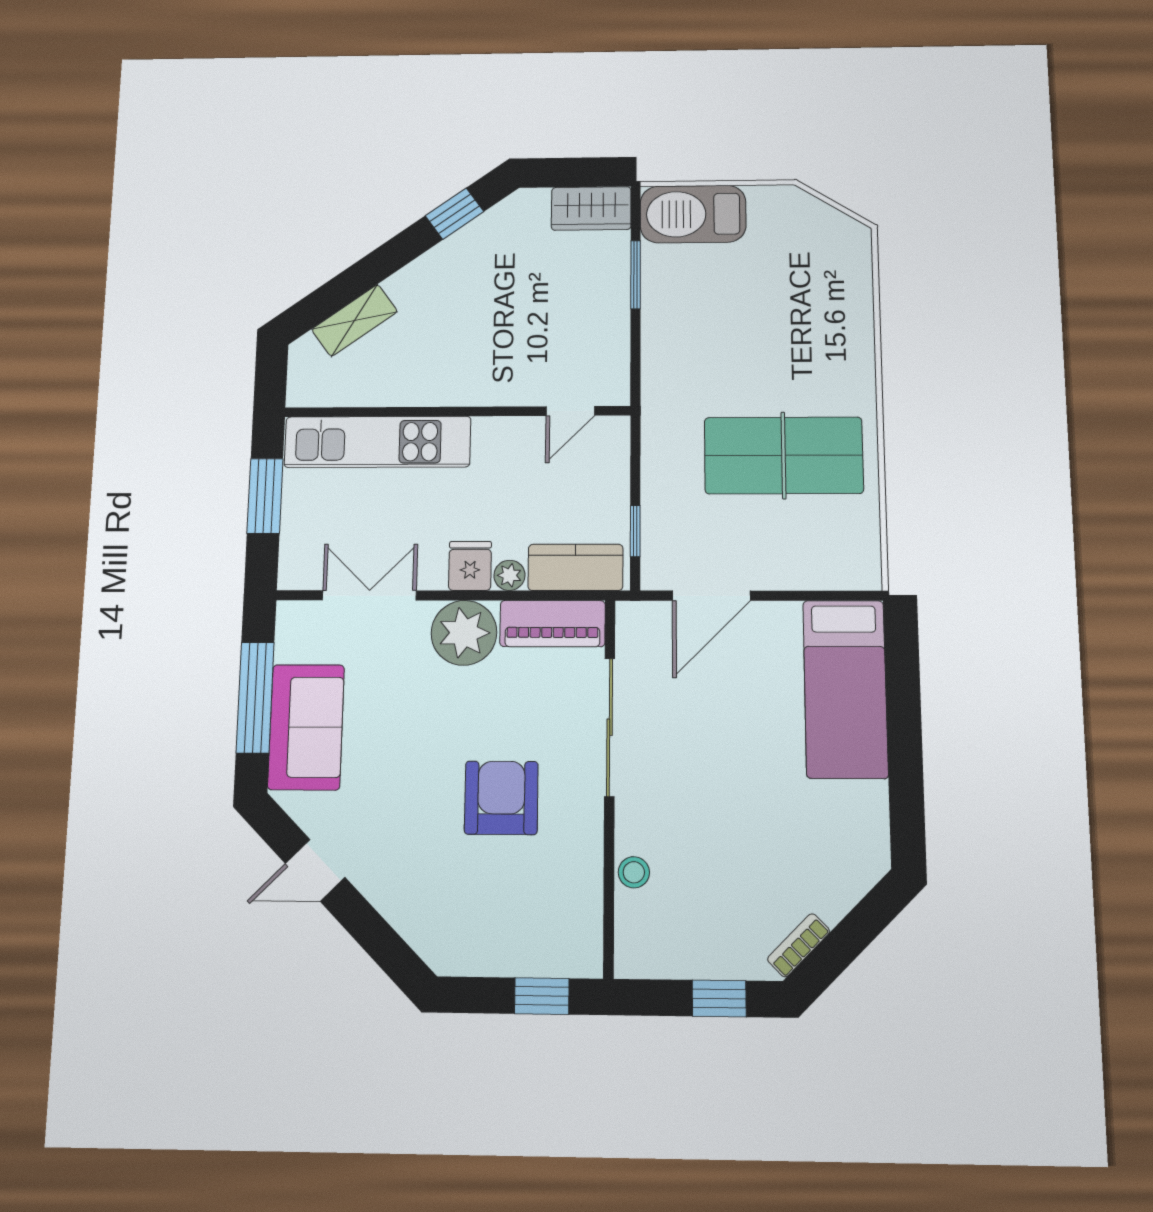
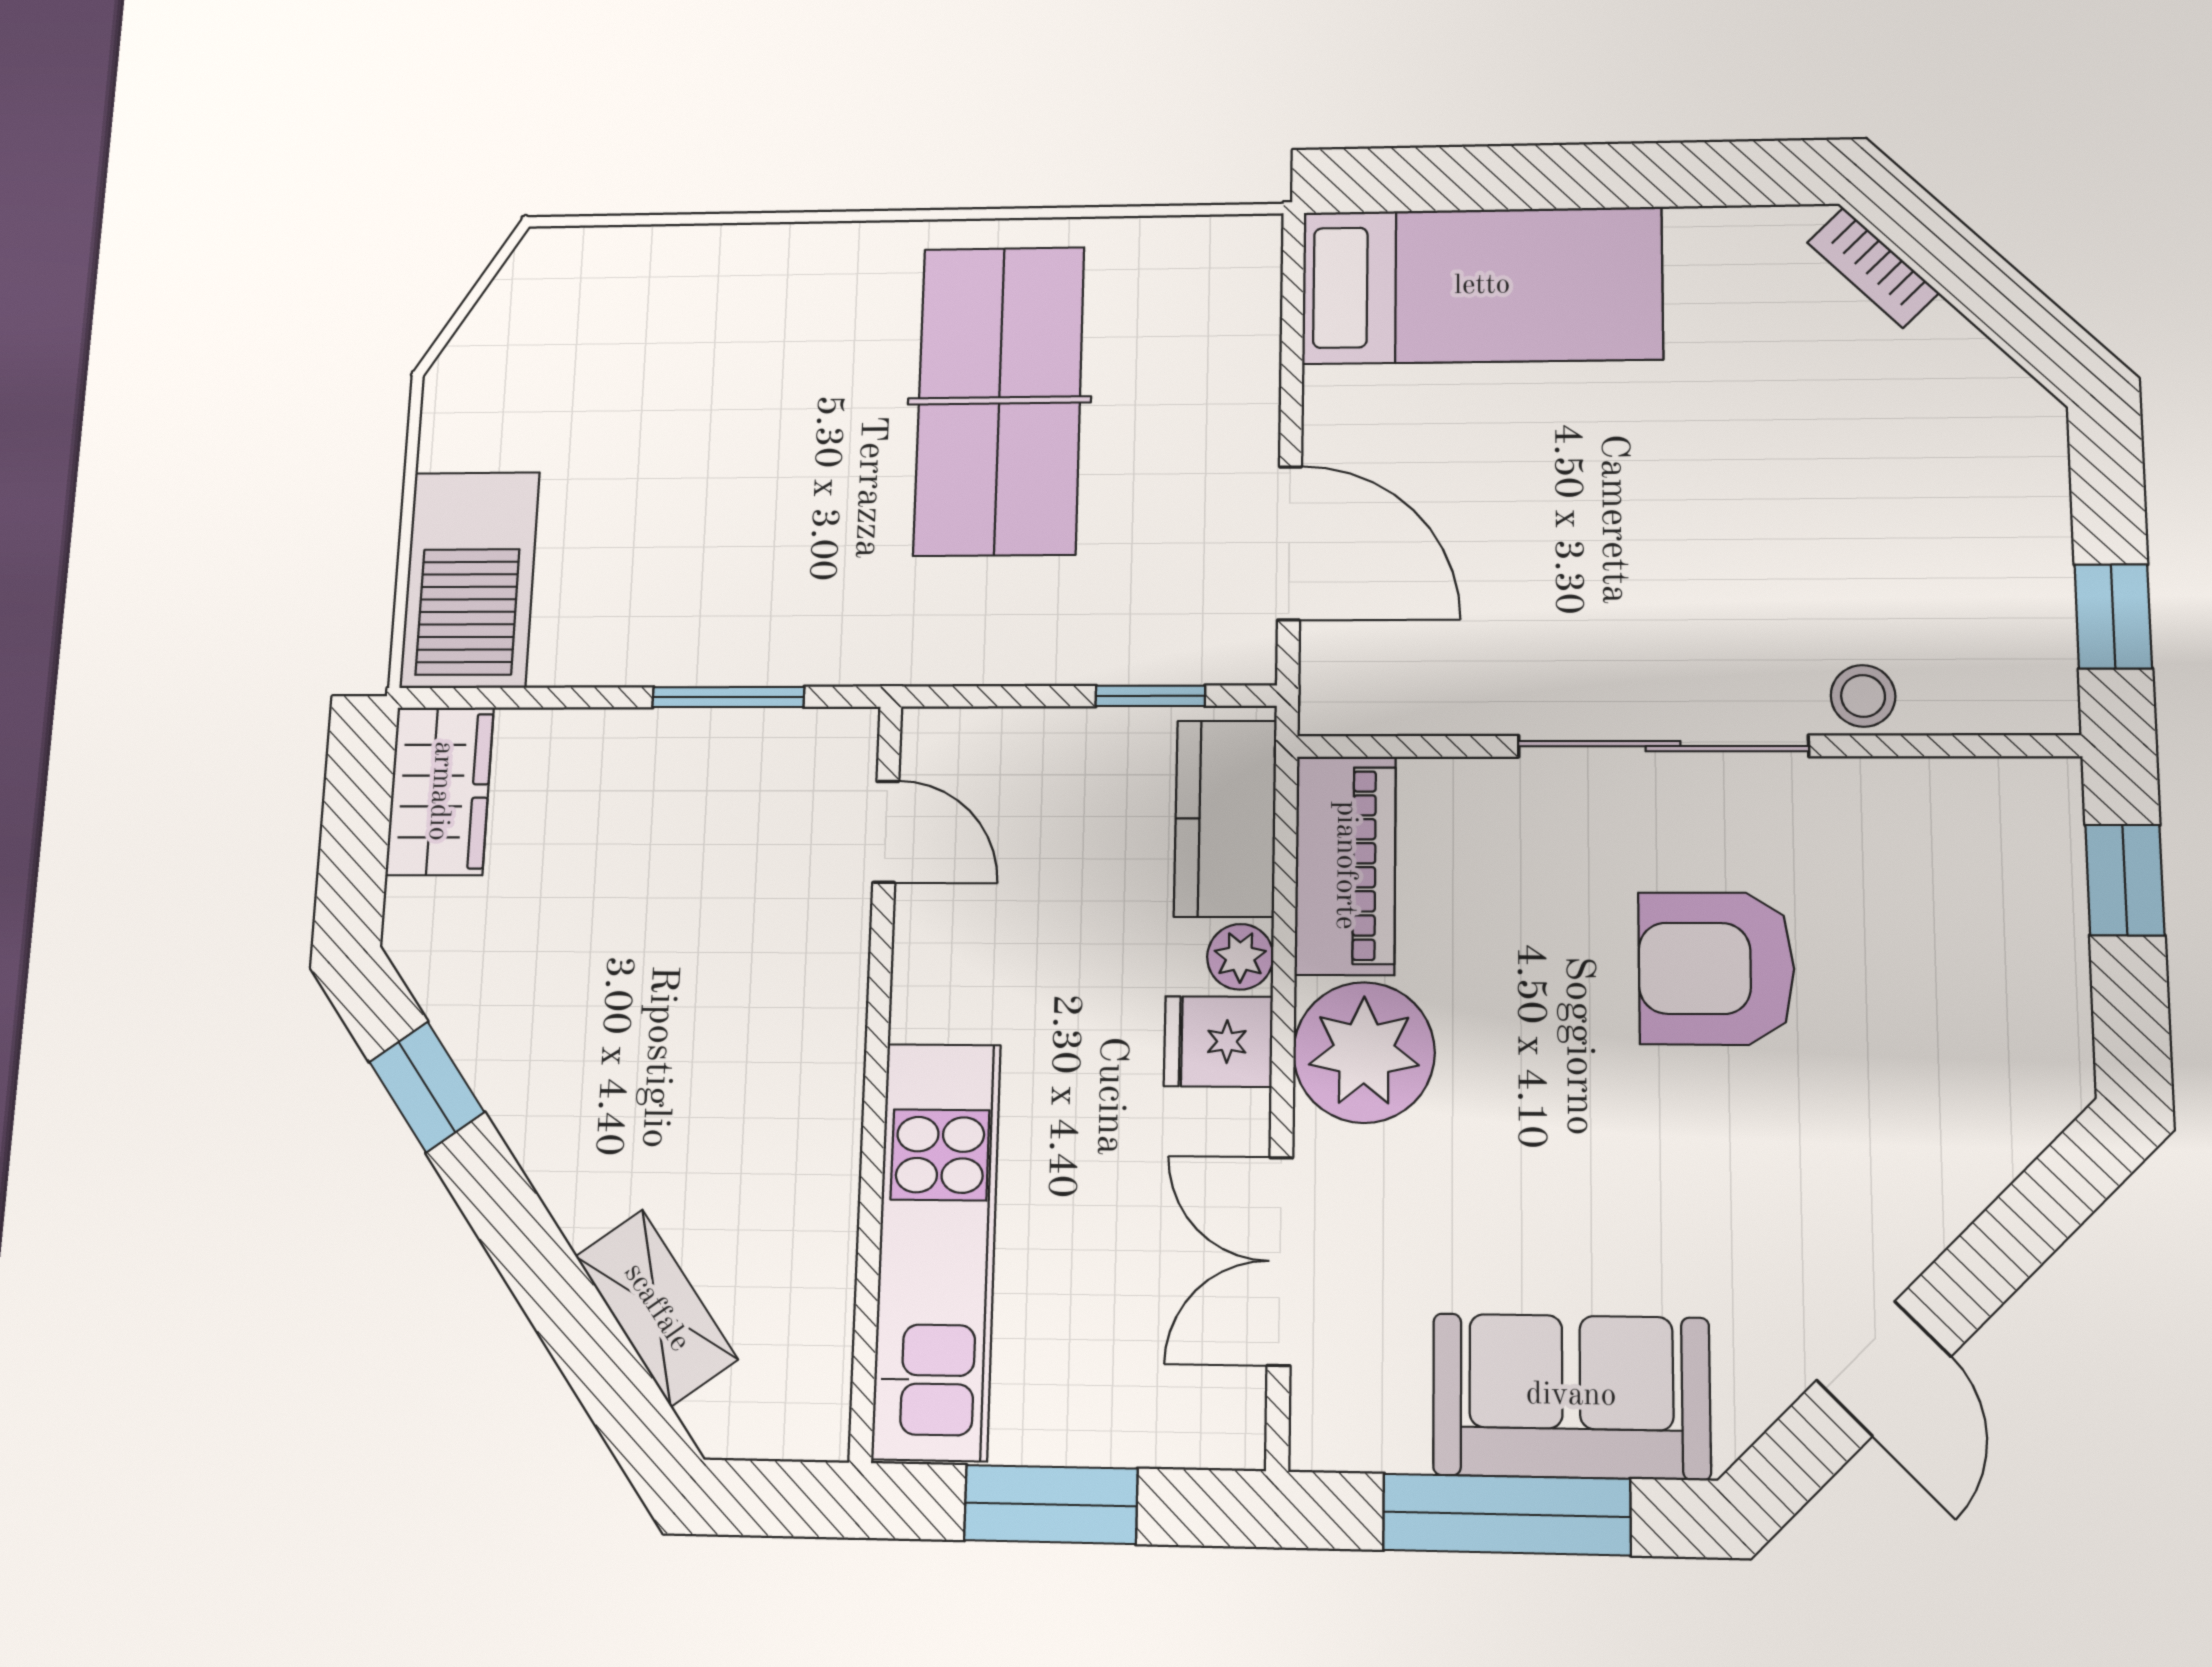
window: (636, 275) -> (728, 697), moved
sliding door: (610, 727) -> (1663, 746), moved
bookcase: (799, 945) -> (1873, 268), moved
window: (719, 998) -> (2113, 616), moved

